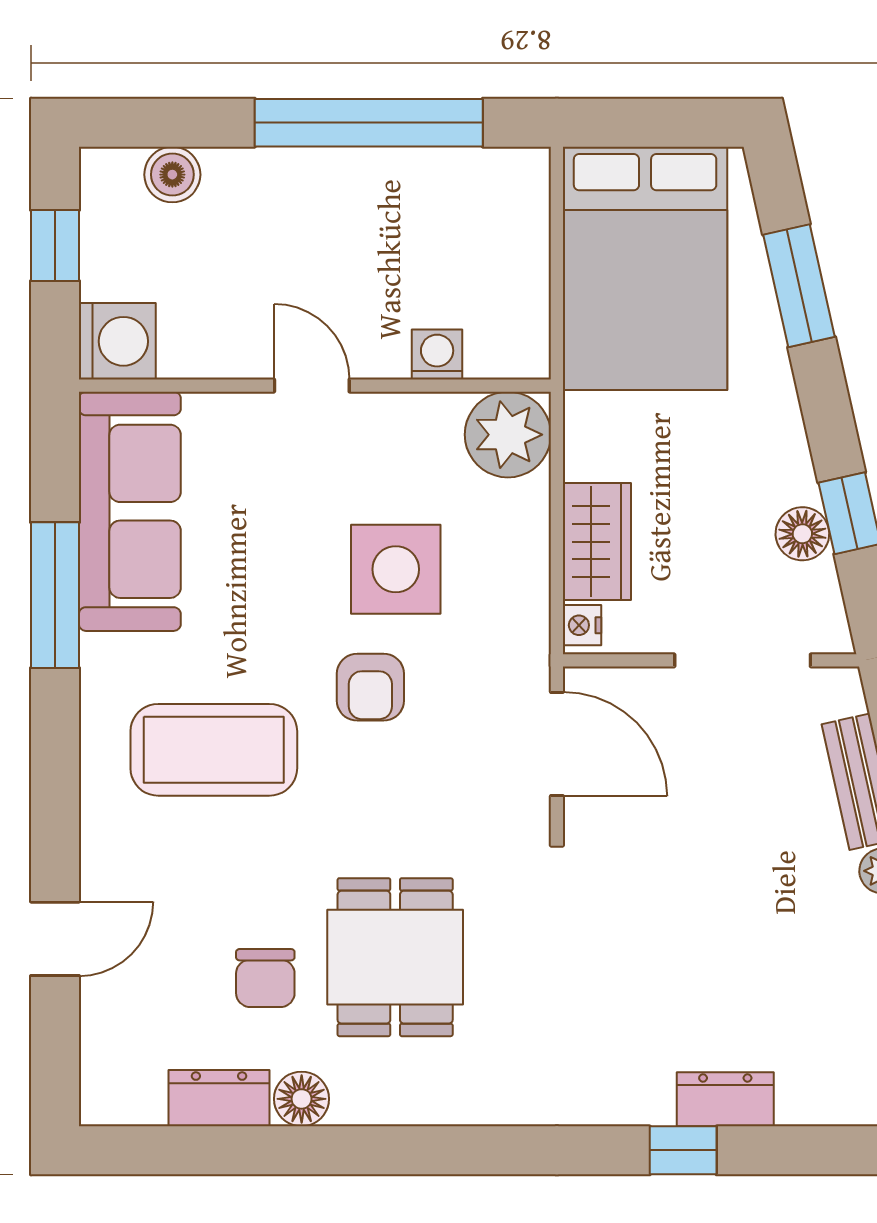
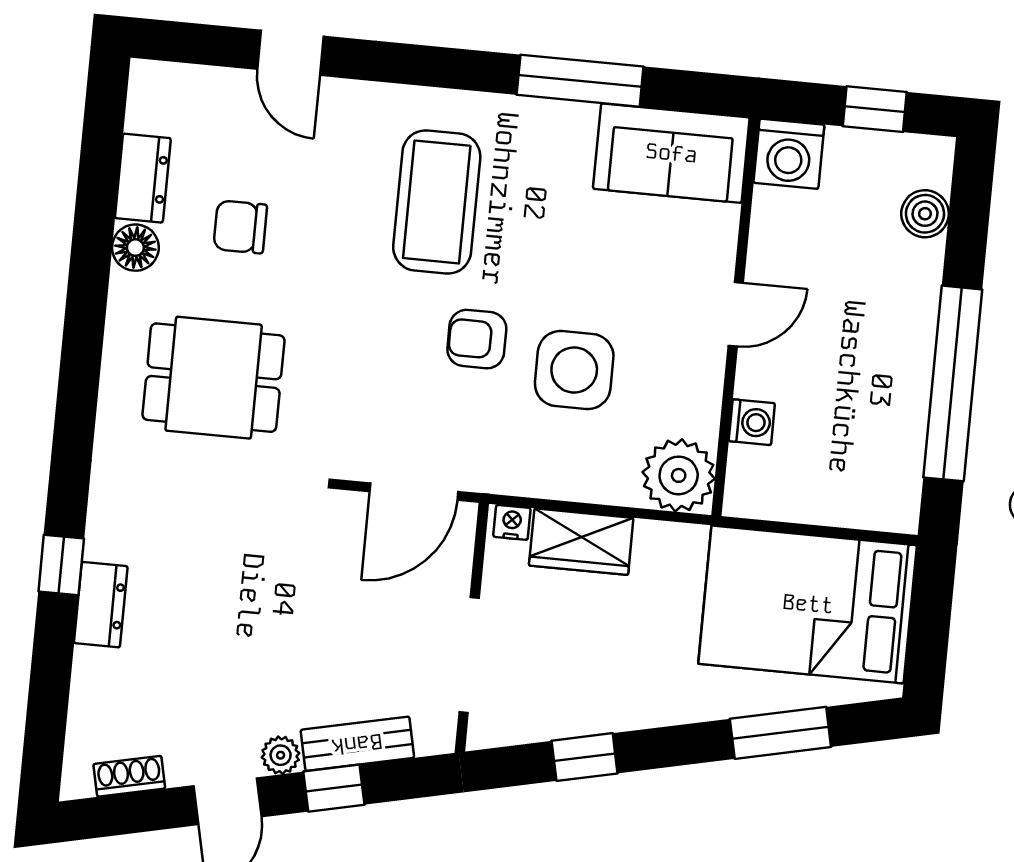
sofa: (130, 511) -> (671, 153), width x0.73
floor lamp: (802, 534) -> (571, 716), removed
dining table: (395, 957) -> (214, 378), moved

